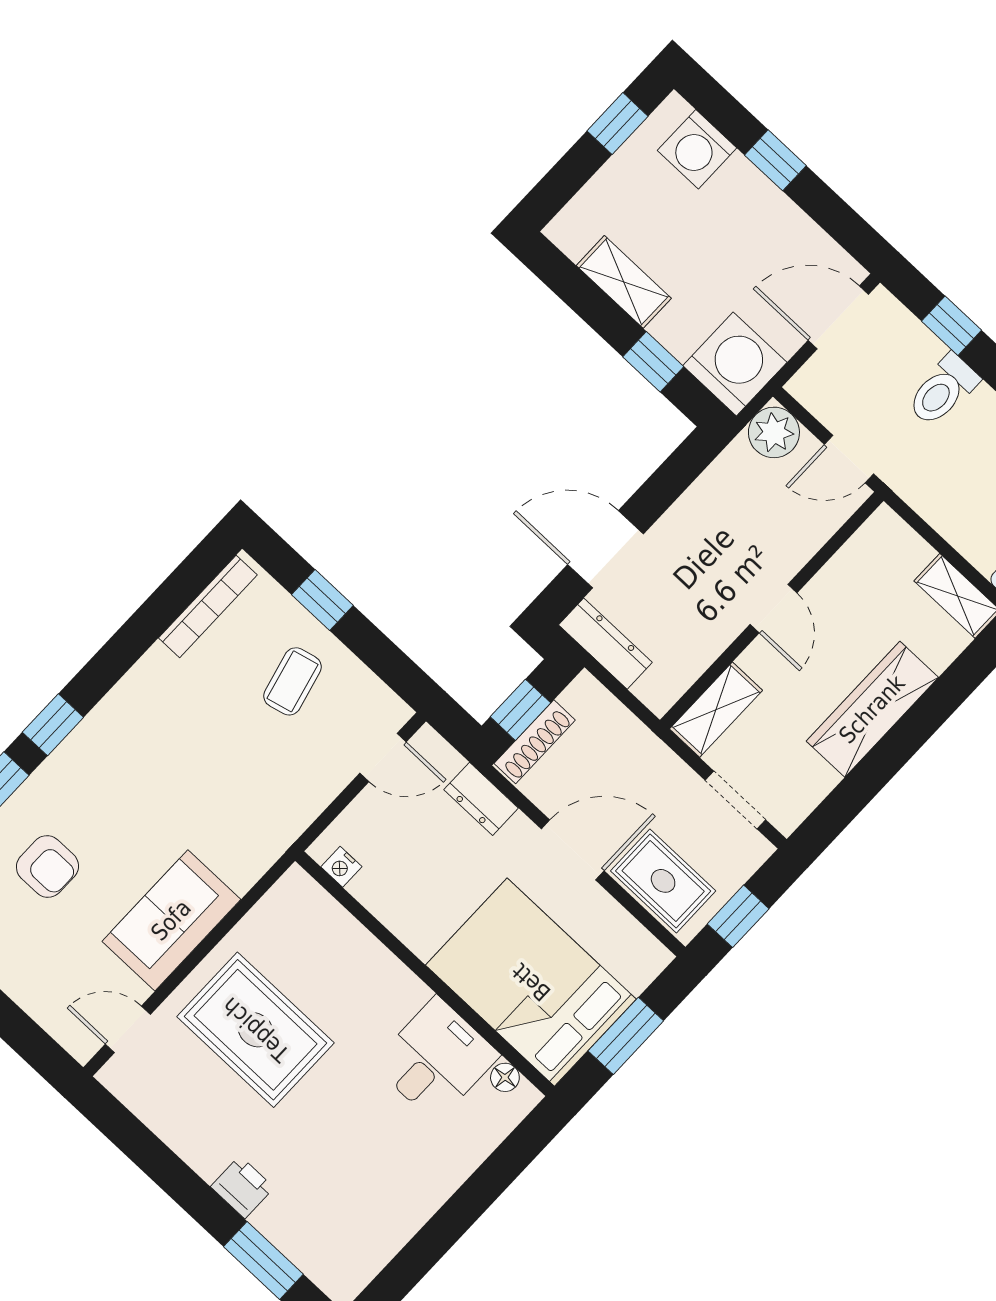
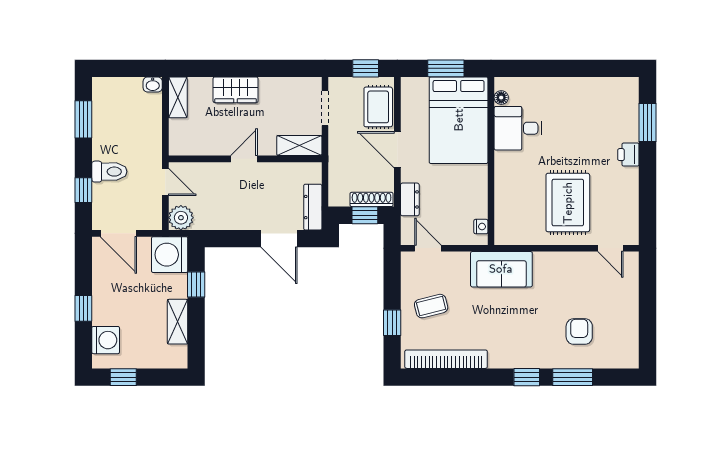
bookcase: (208, 606) -> (446, 359), width x1.48, depth x1.31
wardrobe: (872, 709) -> (236, 90), width x0.67
sofa: (171, 920) -> (501, 269), moved

